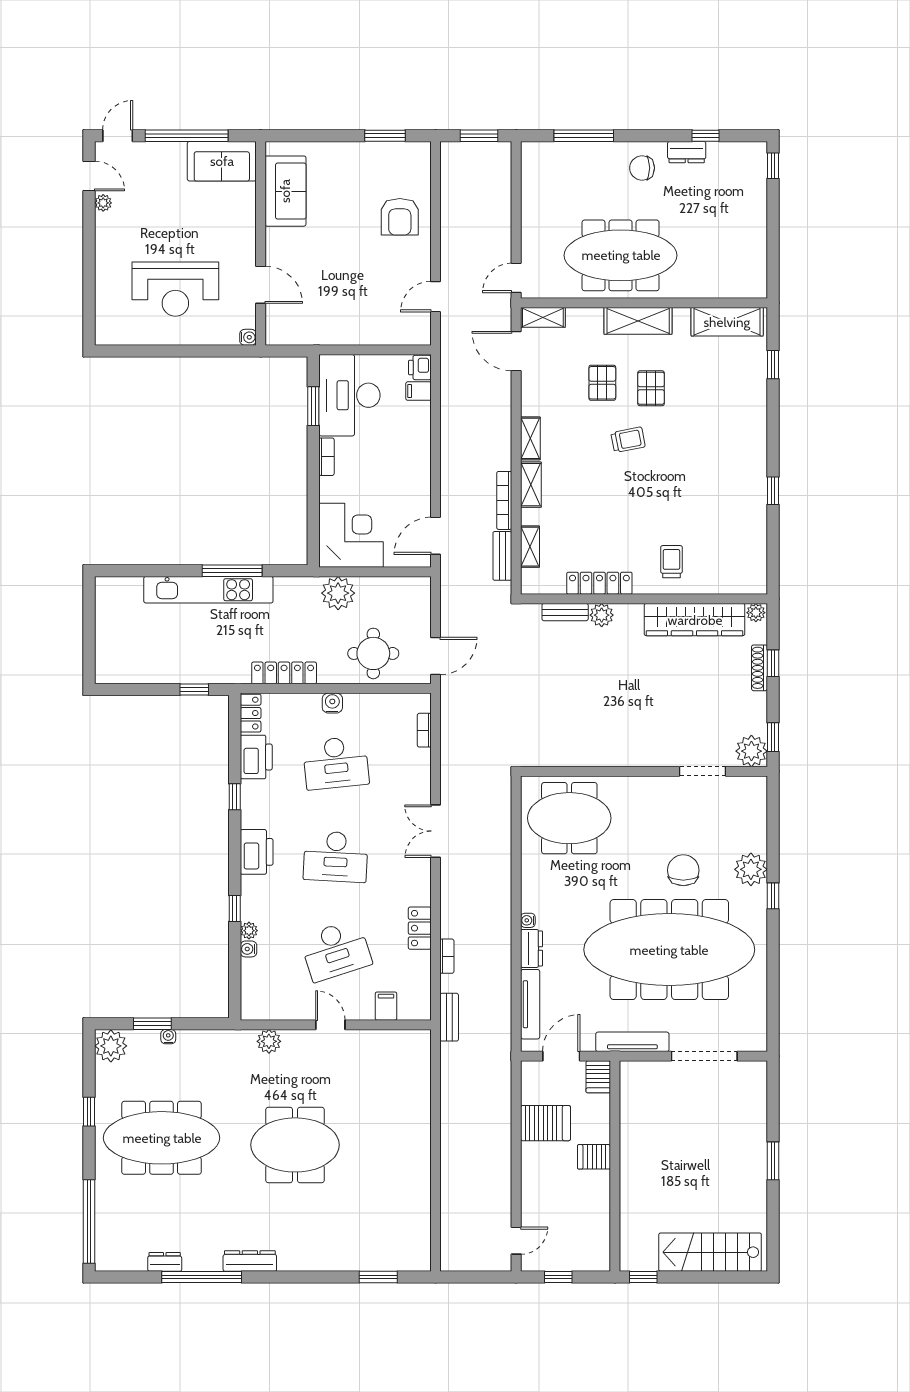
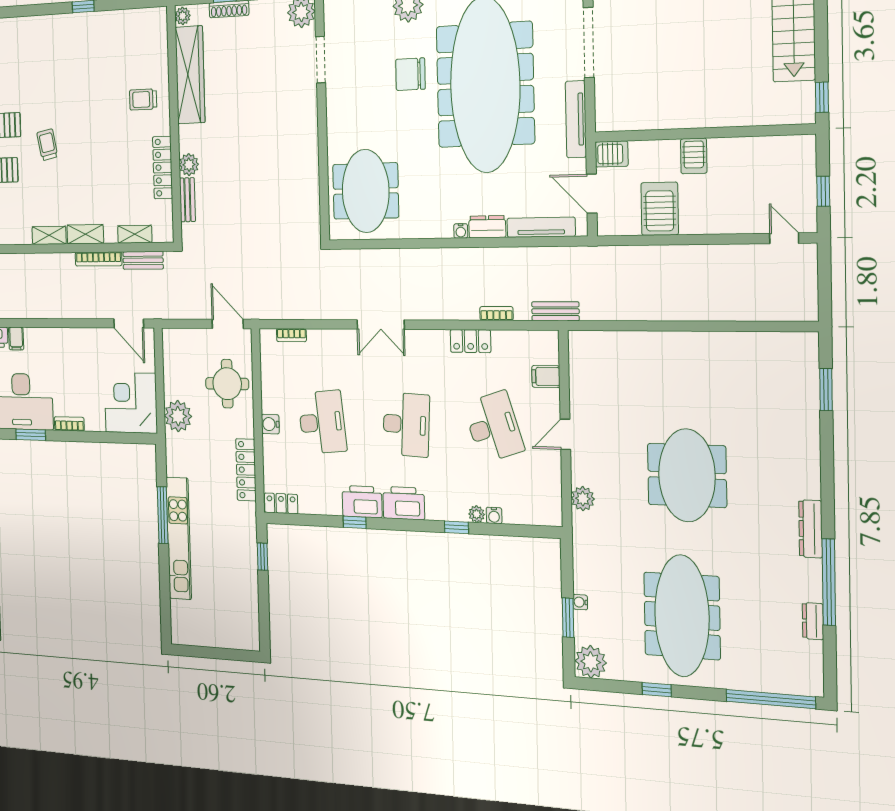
printer: (256, 757) -> (362, 502), moved

